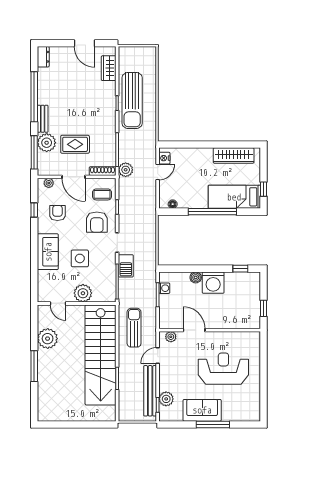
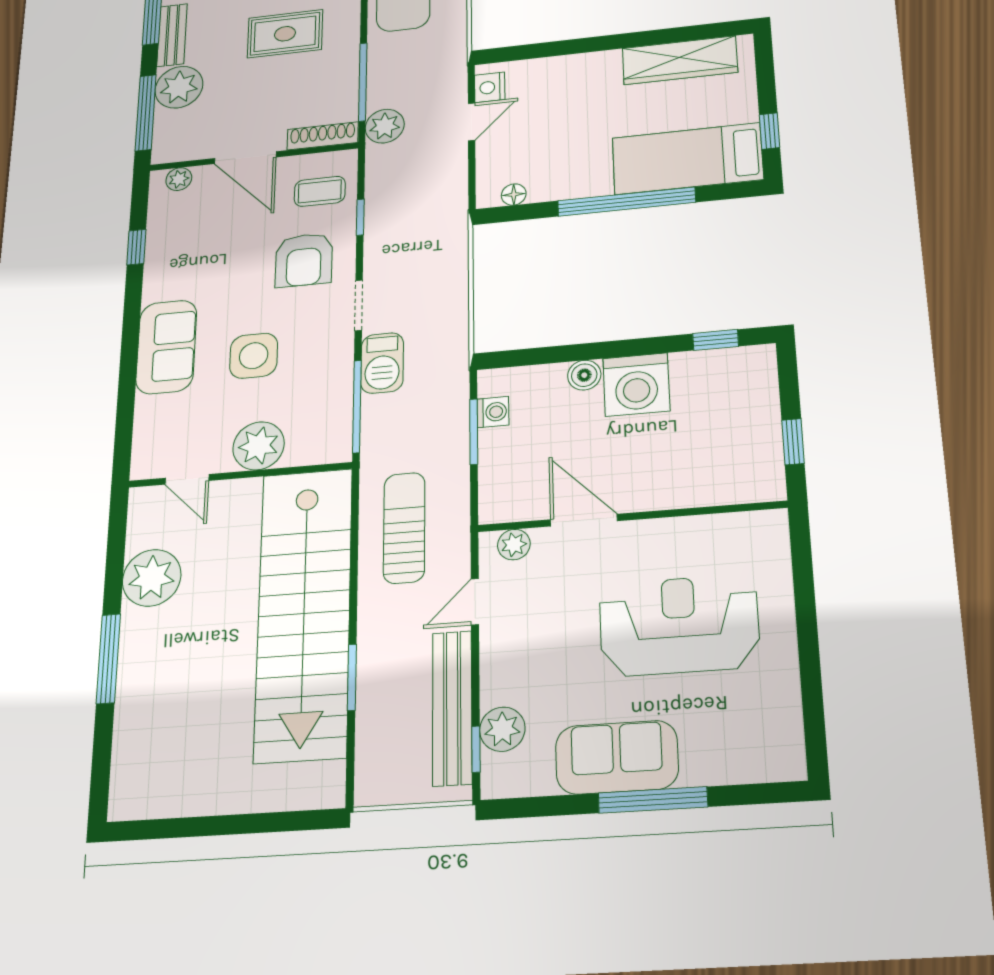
rug: (75, 144) -> (285, 34), moved
armchair: (57, 213) -> (198, 248), removed

